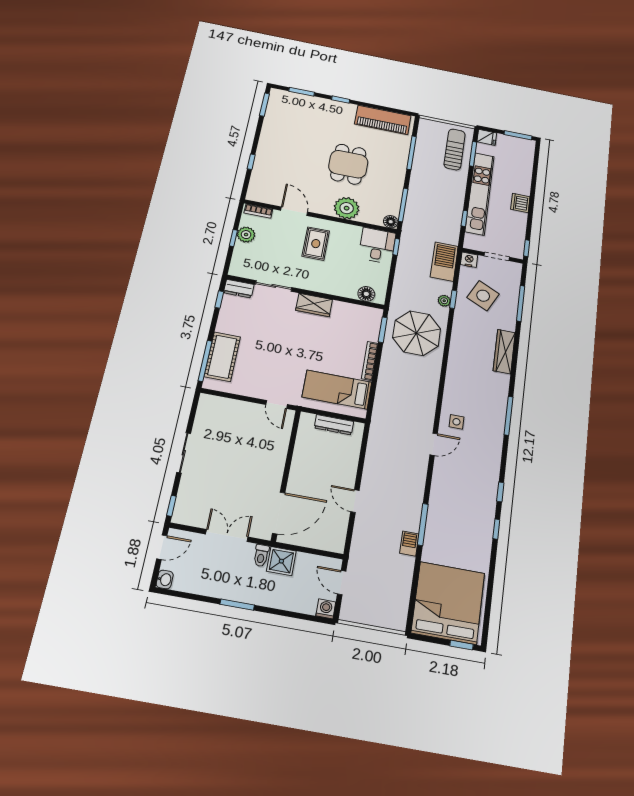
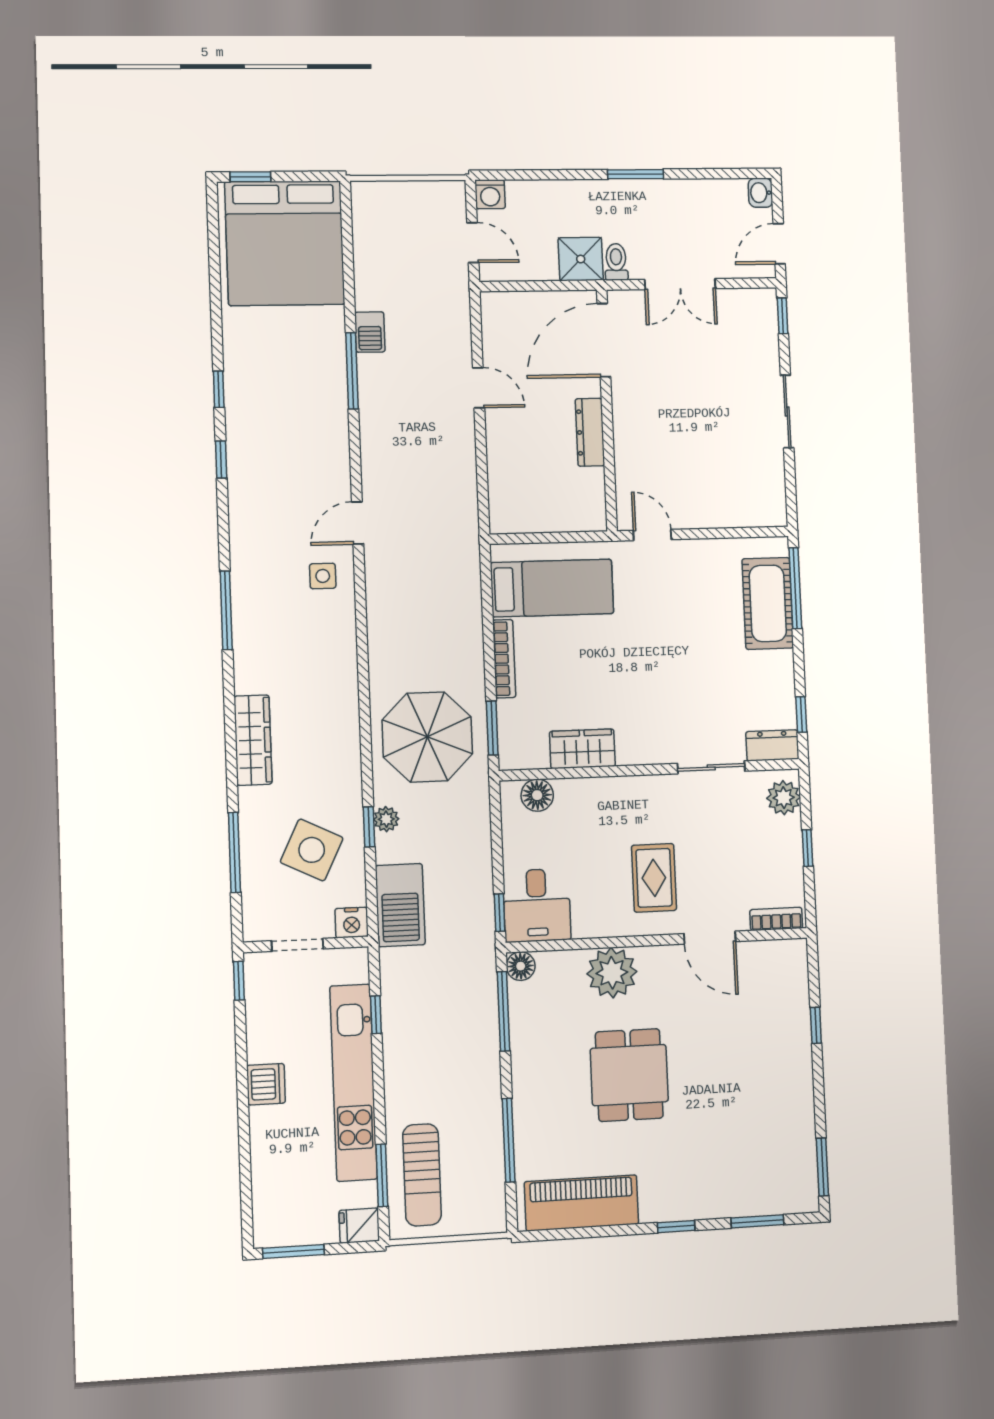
plant: (246, 235) -> (784, 798), moved
wardrobe: (314, 305) -> (582, 749), moved
dresser: (334, 425) -> (590, 432), moved, turned -90

